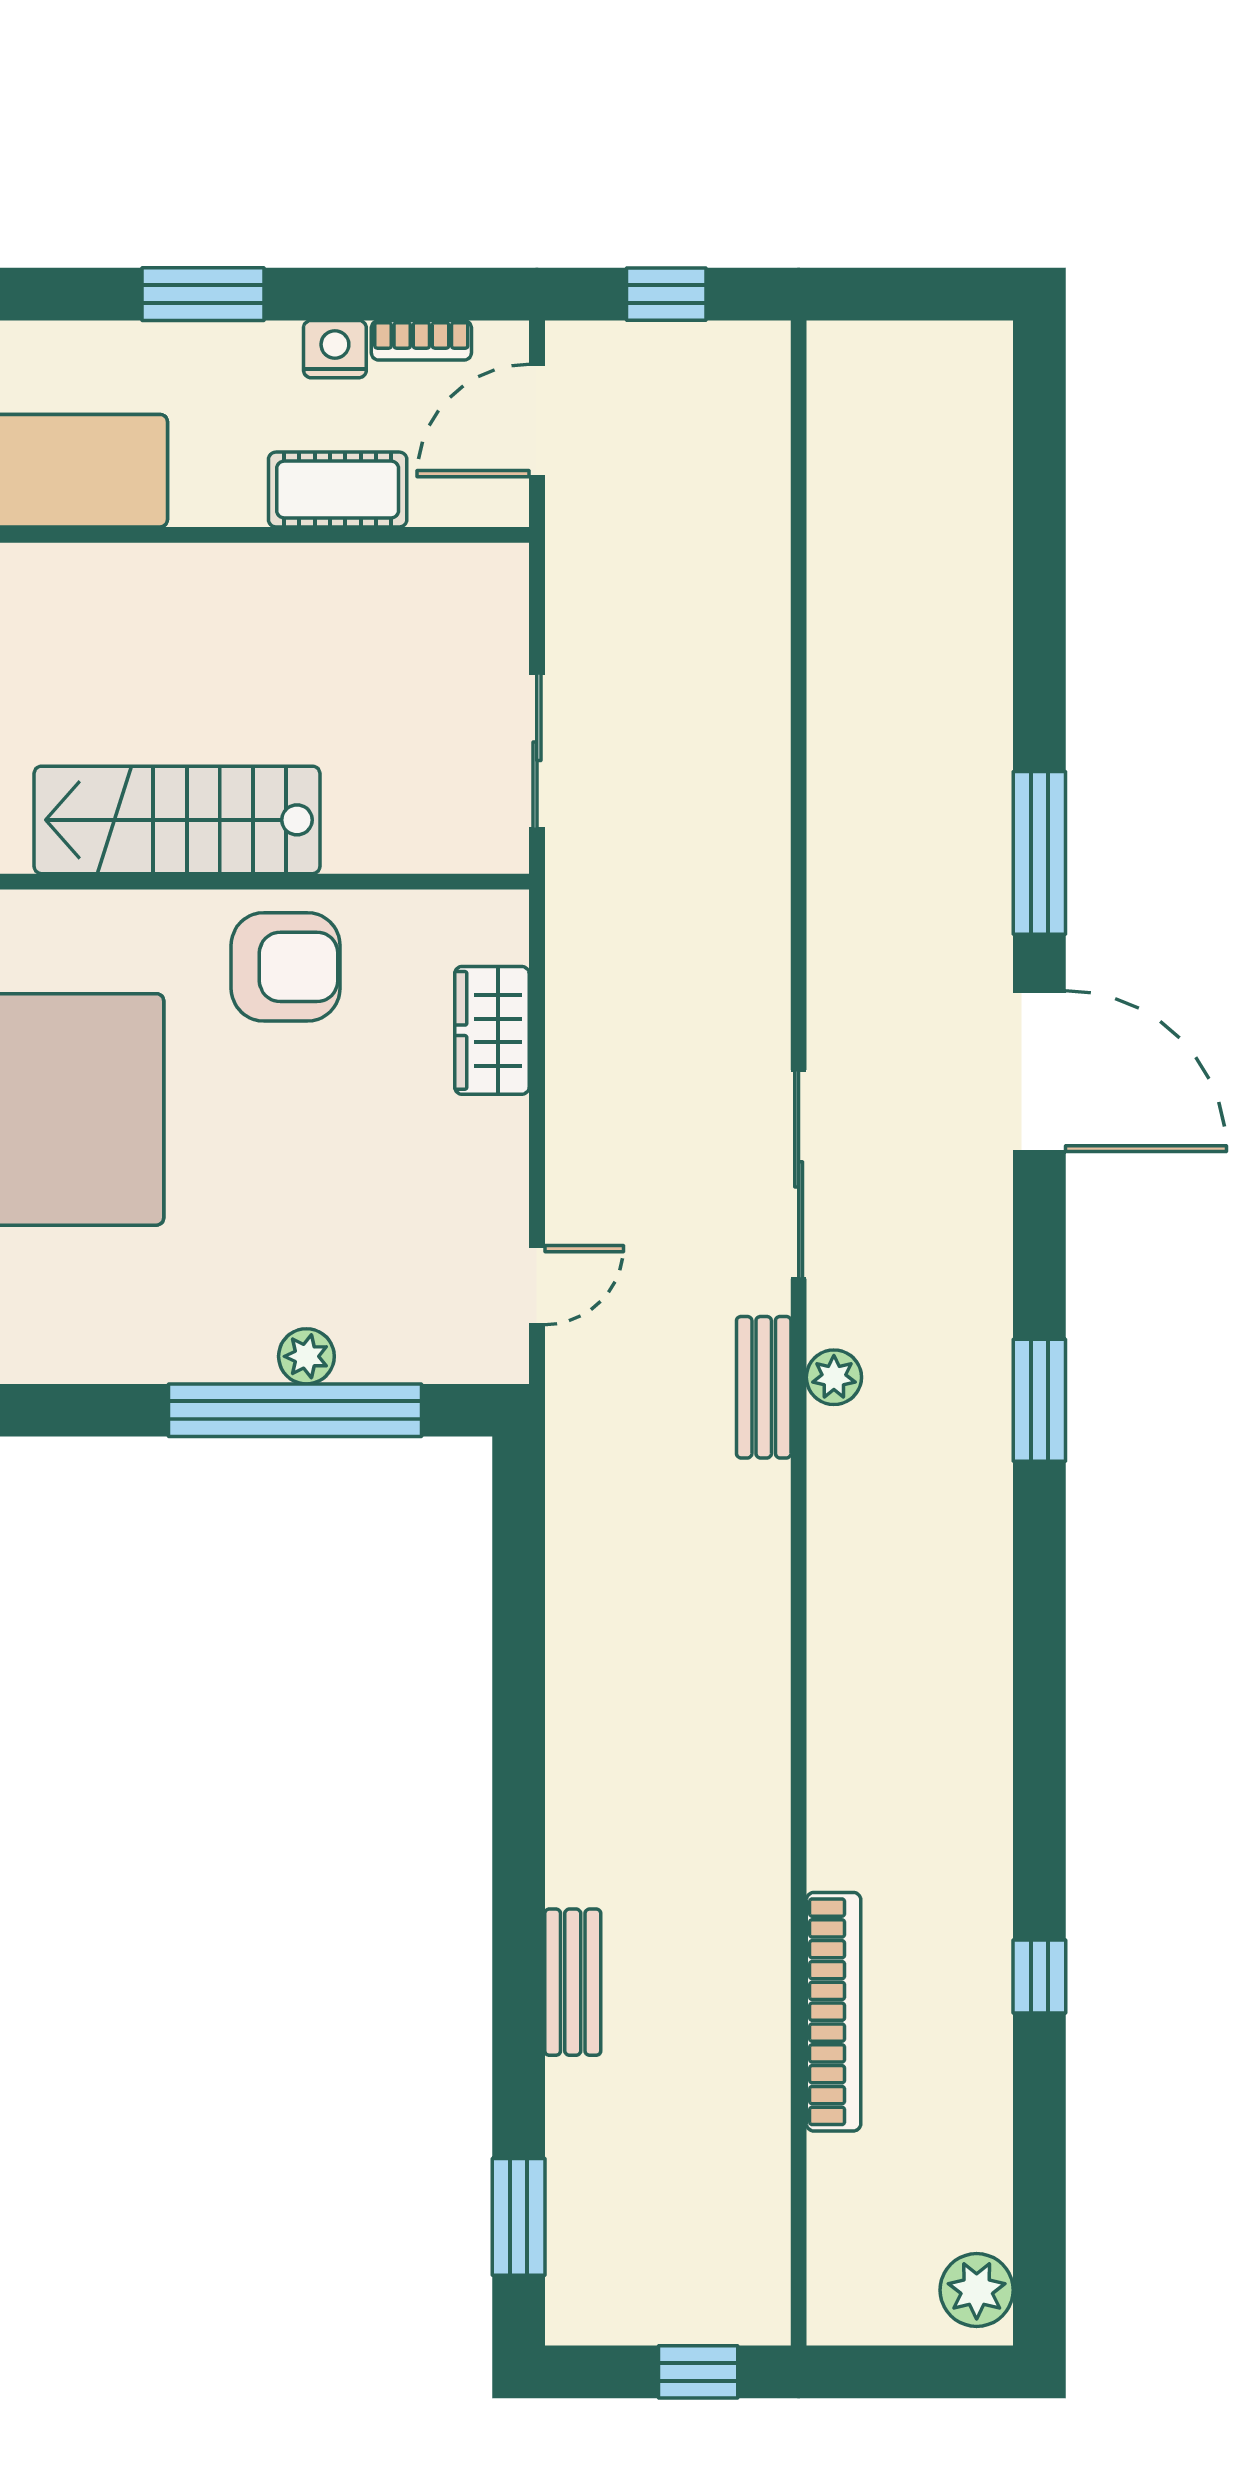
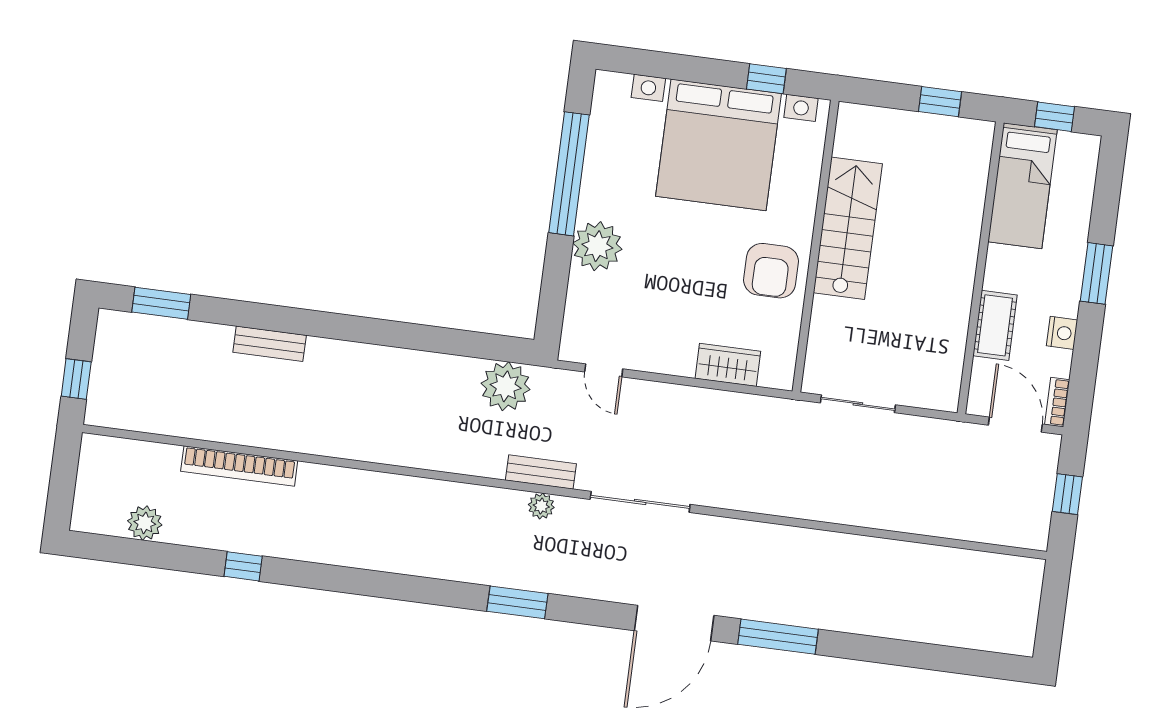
bookcase: (421, 340) -> (1057, 402), moved
plant: (306, 1356) -> (597, 246), width x1.88, depth x1.88
window: (295, 1410) -> (569, 174), moved
plant: (597, 1483) -> (506, 386), added
plant: (977, 2290) -> (145, 523), moved

